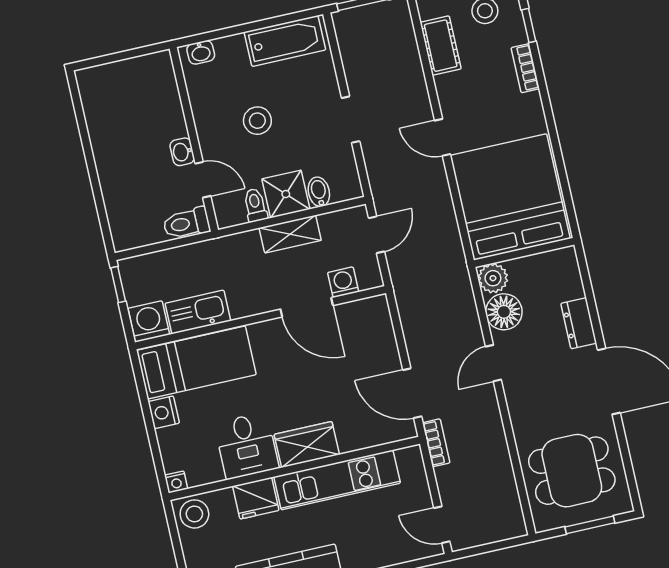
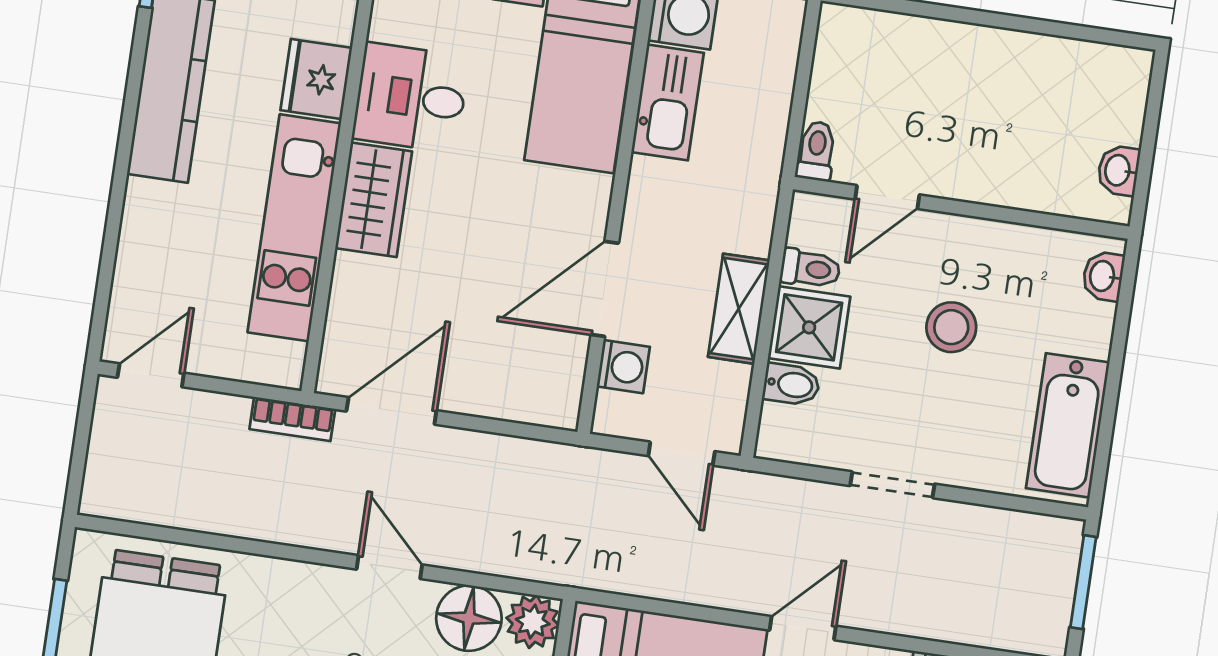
washbasin: (182, 152) -> (1118, 170), moved, turned -90
toilet: (186, 223) -> (816, 151), width x0.73, depth x0.72

